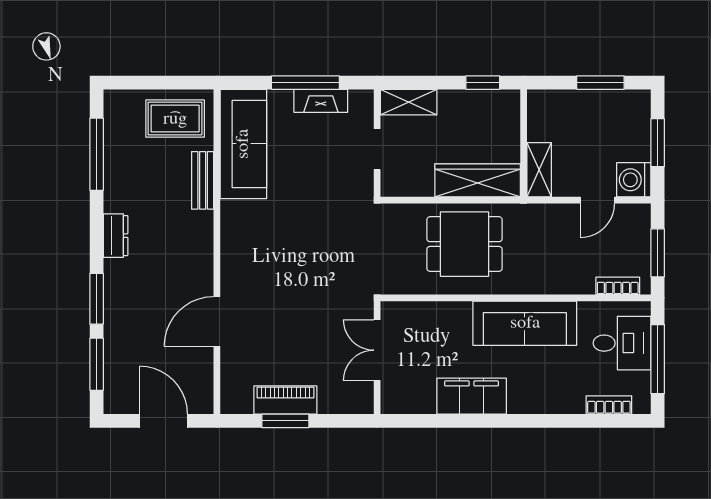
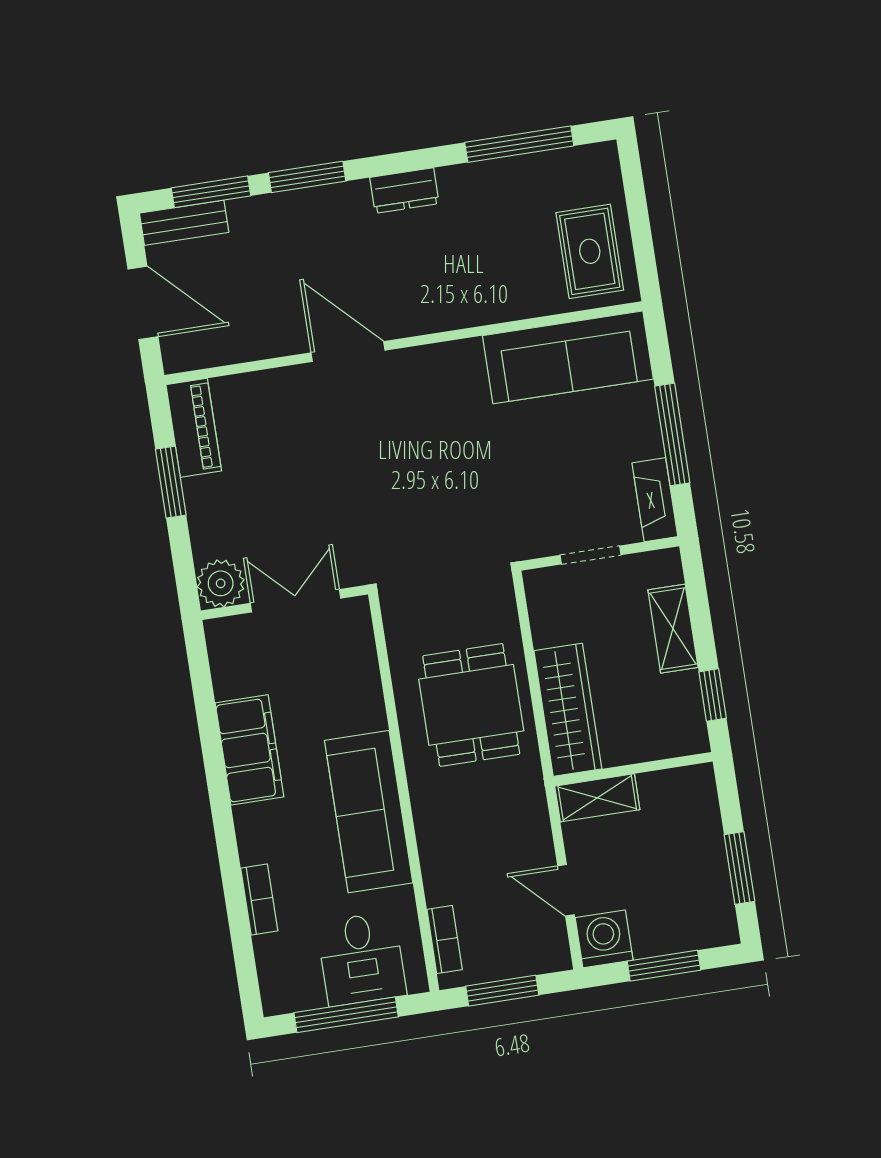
fireplace: (321, 101) -> (655, 500), moved
shelving: (409, 102) -> (673, 629), moved
bench: (203, 180) -> (184, 223), moved
door: (217, 321) -> (348, 352), moved
plant: (358, 398) -> (221, 583), added
piano: (285, 400) -> (194, 428), moved
bookcase: (609, 405) -> (259, 899), moved
door: (163, 421) -> (143, 303), hinge flipped

